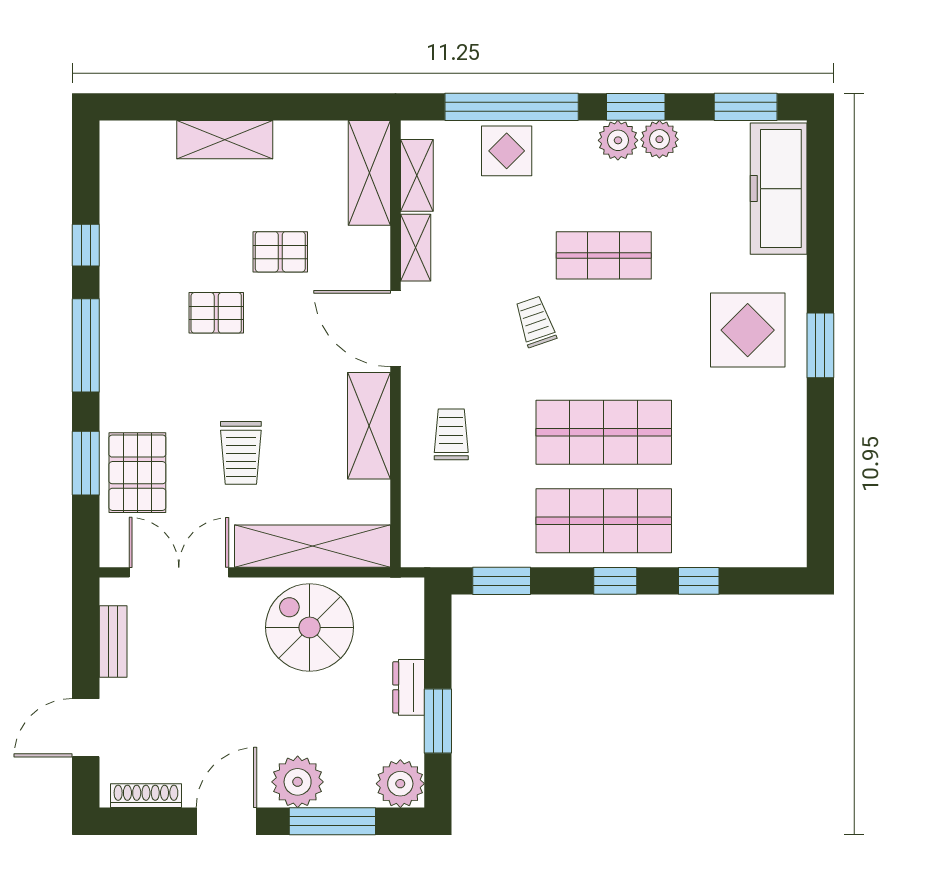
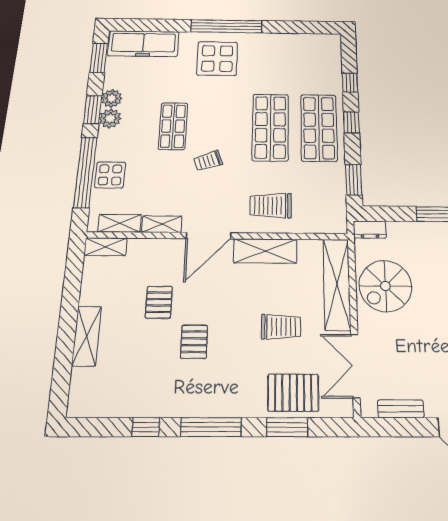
shelving: (369, 173) -> (105, 247), width x0.67, depth x0.75
window: (820, 345) -> (226, 26), width x2.11
trolley: (451, 434) -> (271, 206), width x1.36, depth x1.39
dresser: (409, 687) -> (370, 230), moved

